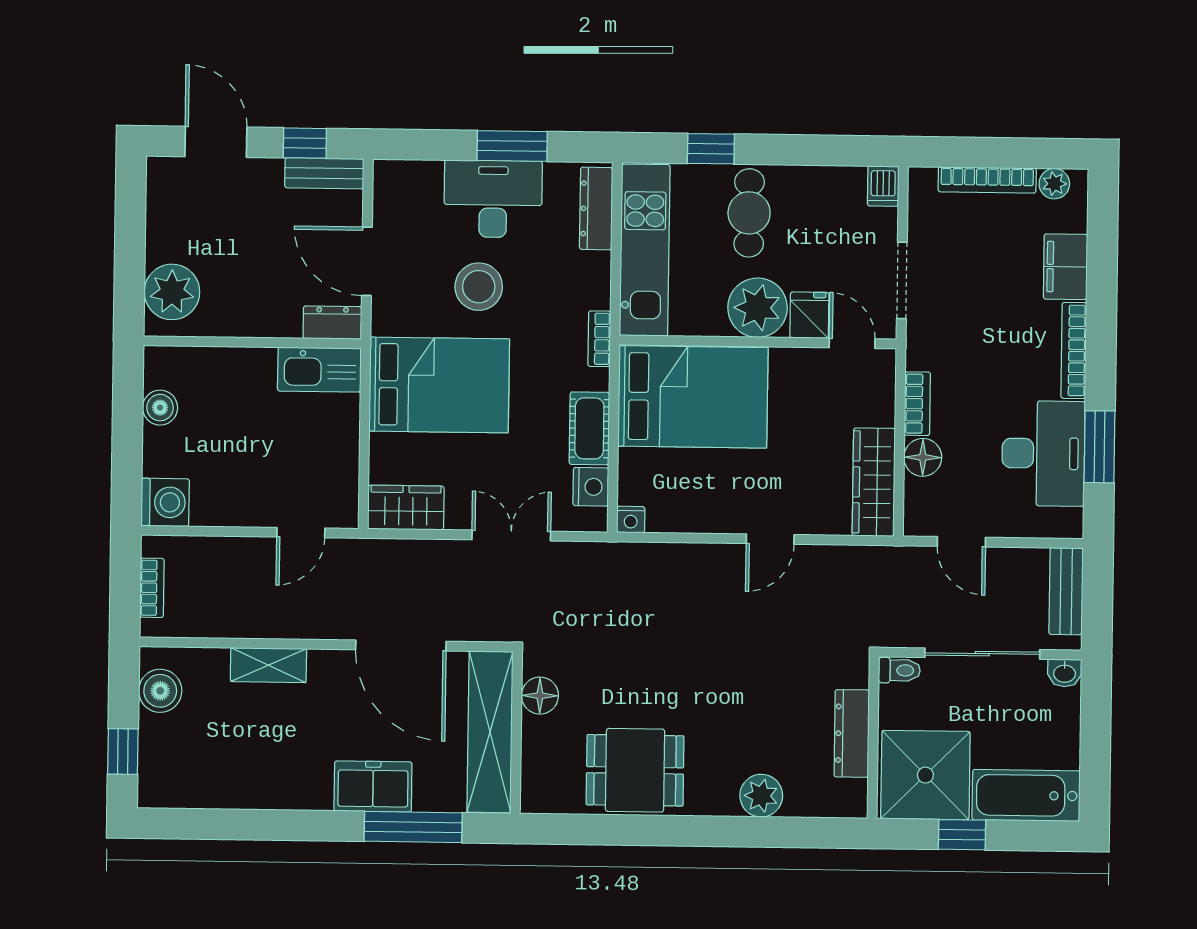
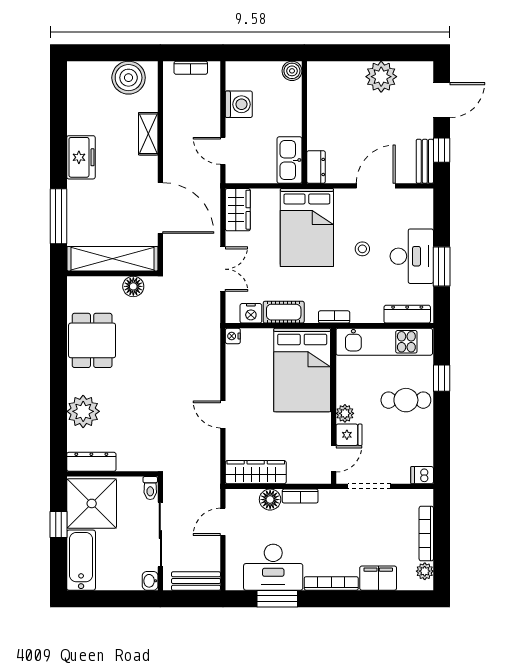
stool: (479, 287) -> (362, 249), width x0.53, depth x0.53
plant: (172, 292) -> (381, 77), moved
plant: (758, 308) -> (345, 413), width x0.53, depth x0.53
dresser: (332, 323) -> (316, 167), moved
wall: (252, 342) -> (304, 122), moved
kitchen sink: (319, 370) -> (289, 160), moved
washing machine: (165, 502) -> (239, 104), moved, turned -90
door: (401, 645) -> (160, 208), swing flipped
boiler: (160, 691) -> (129, 78), width x1.37, depth x1.37
dresser: (852, 733) -> (91, 462), moved
window: (123, 751) -> (99, 53), removed
freezer: (373, 786) -> (81, 157), moved
plant: (761, 796) -> (83, 411), width x1.36, depth x1.36

